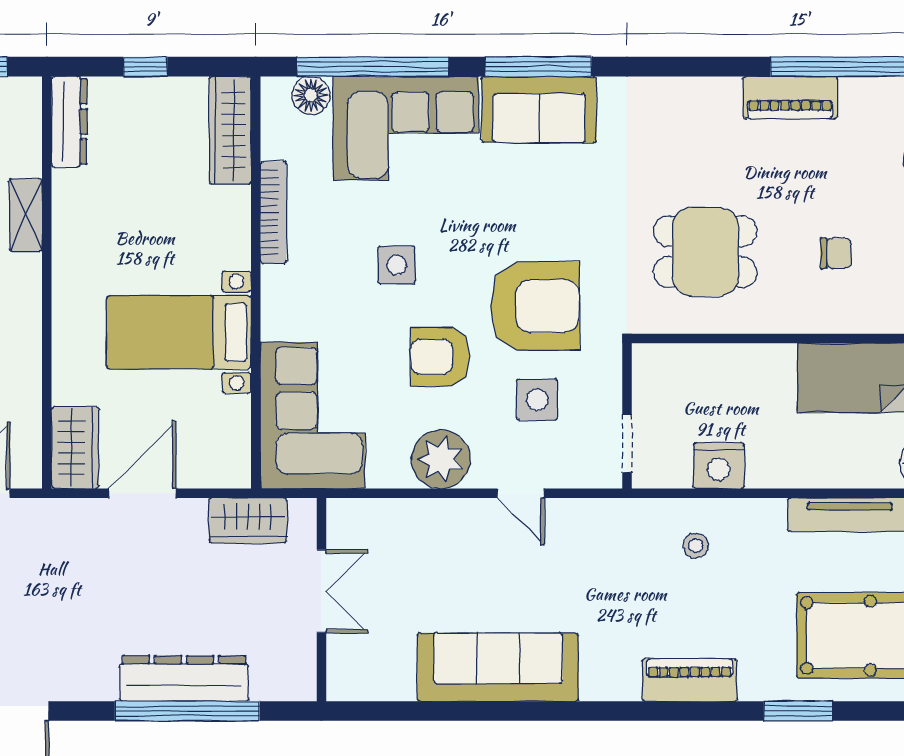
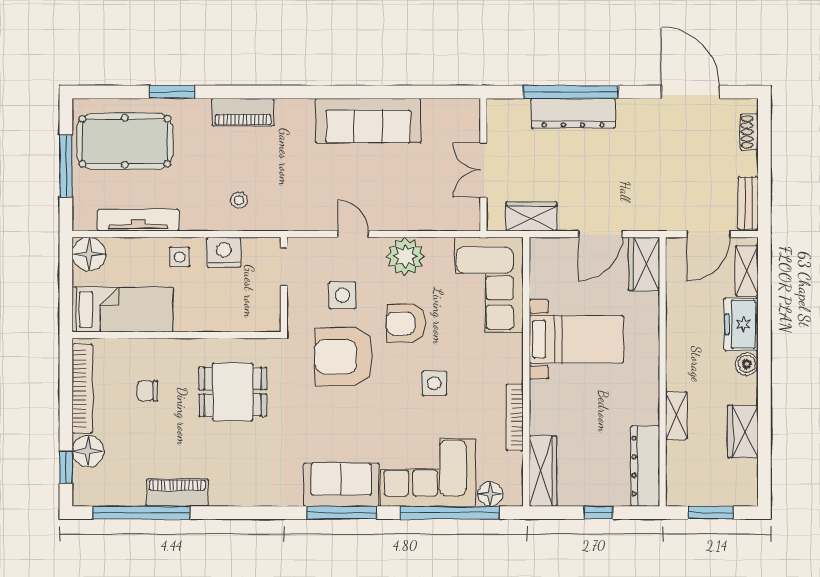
dresser: (69, 122) -> (645, 466), width x1.37, depth x1.24
armchair: (440, 357) -> (406, 323), turned 180
side table: (786, 458) -> (180, 257), added

